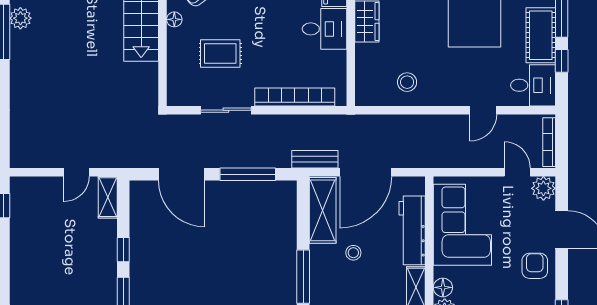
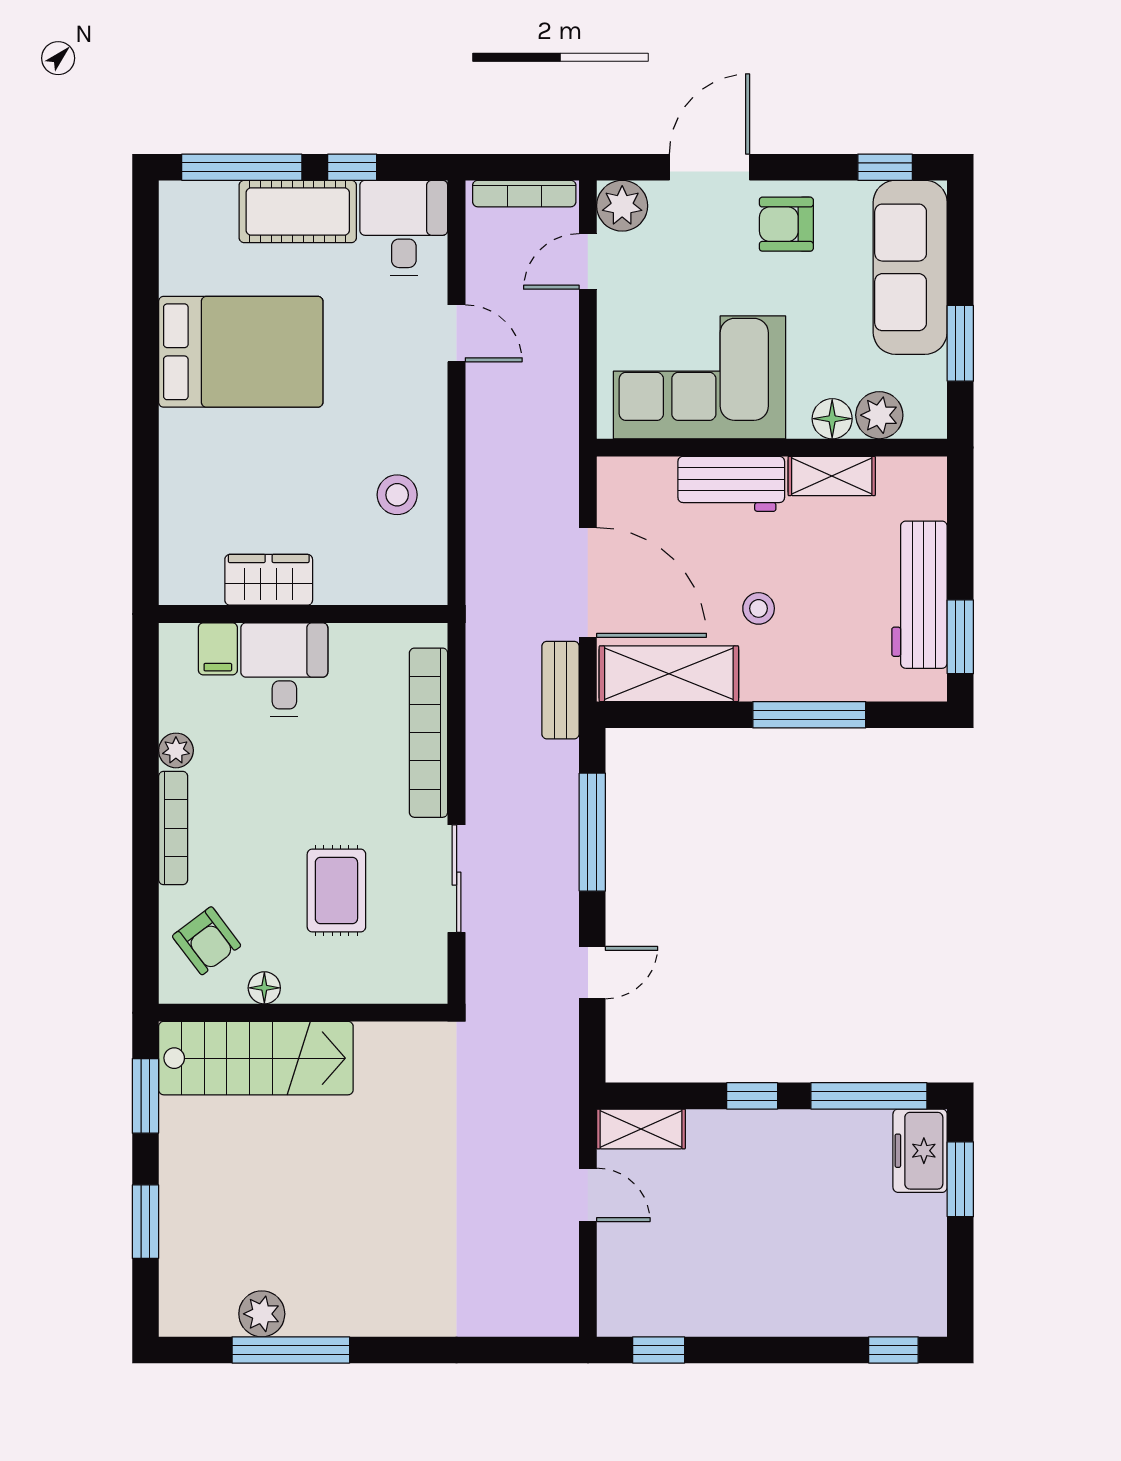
door: (181, 174) -> (592, 973), width x0.53
workbench: (412, 230) -> (731, 484), width x0.73

